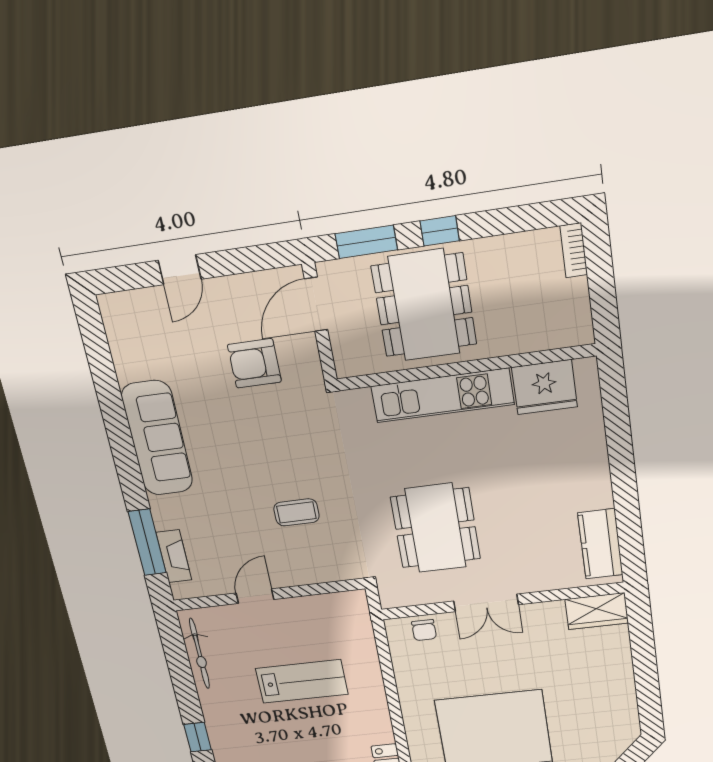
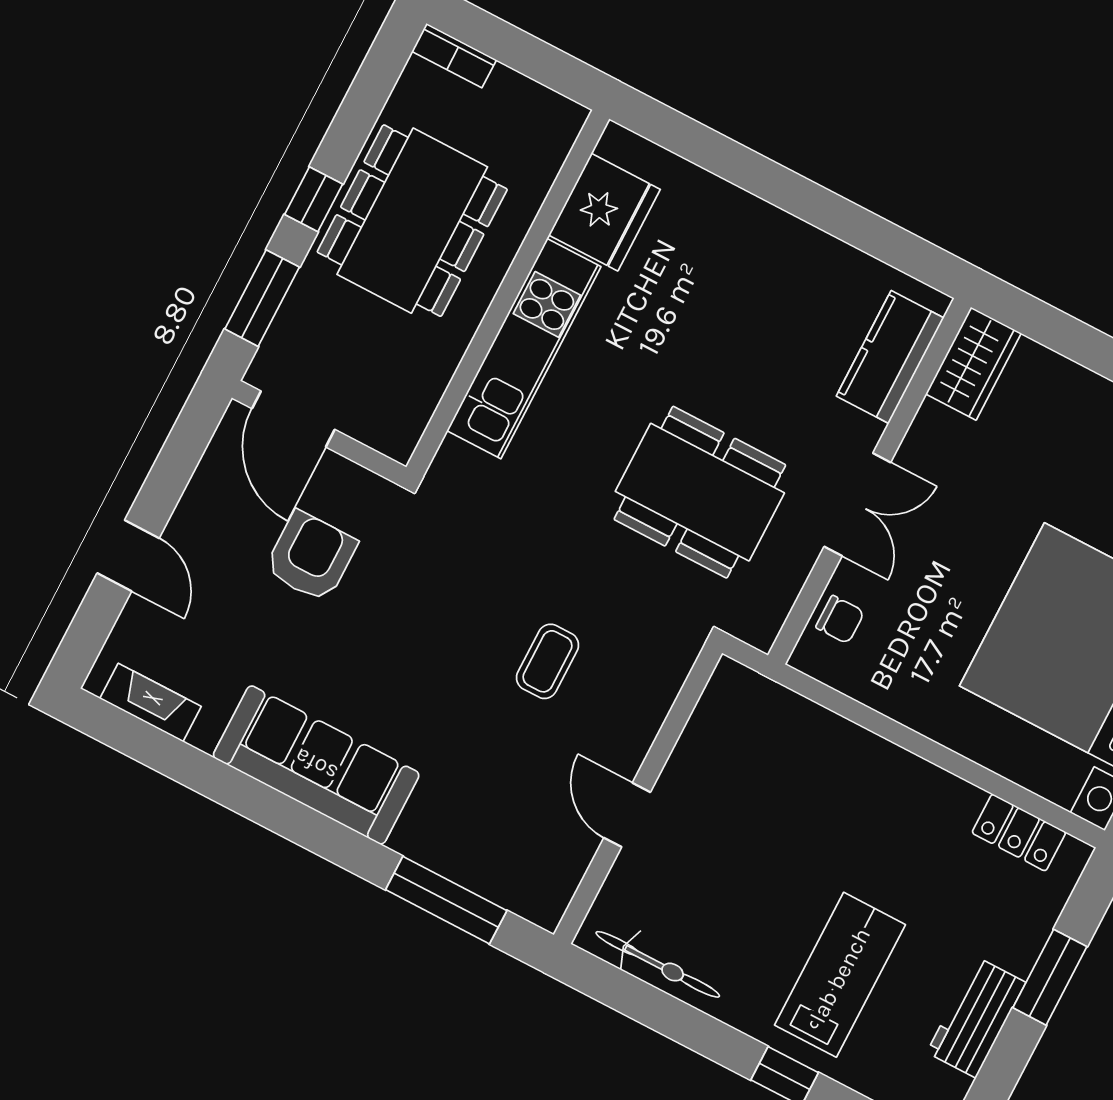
dining table: (424, 305) -> (412, 221), moved, turned 90
armchair: (254, 363) -> (311, 557), turned 180
kitchen counter: (600, 544) -> (890, 357), moved, turned 90
fireplace: (174, 556) -> (151, 702), moved
lab bench: (302, 681) -> (840, 975), moved

